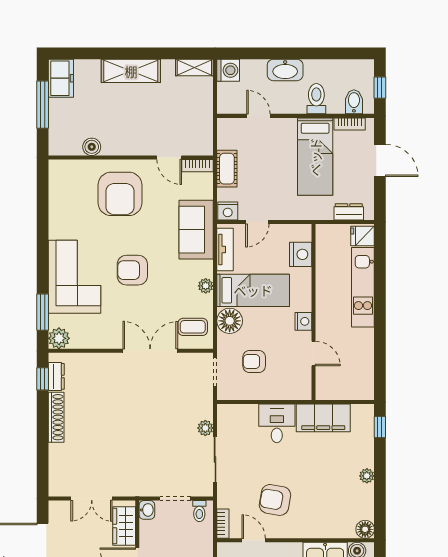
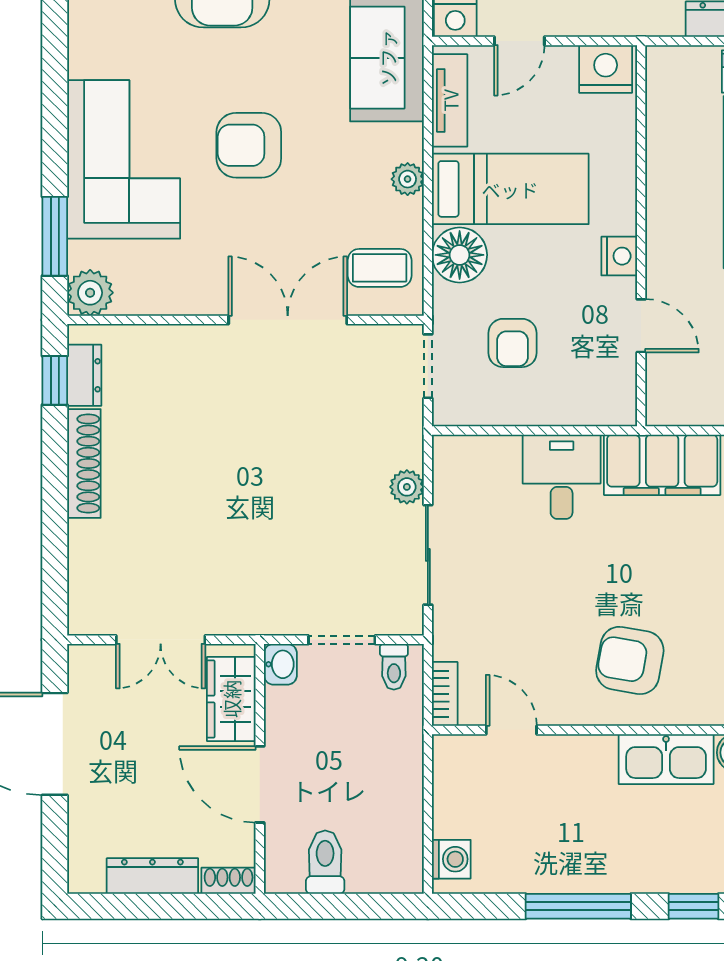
nightstand: (301, 254) -> (606, 69), moved, turned -90
armchair: (254, 361) -> (512, 343), turned -90
armchair: (275, 500) -> (630, 660), moved

